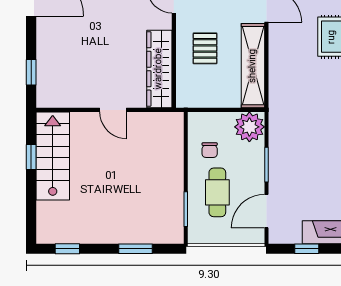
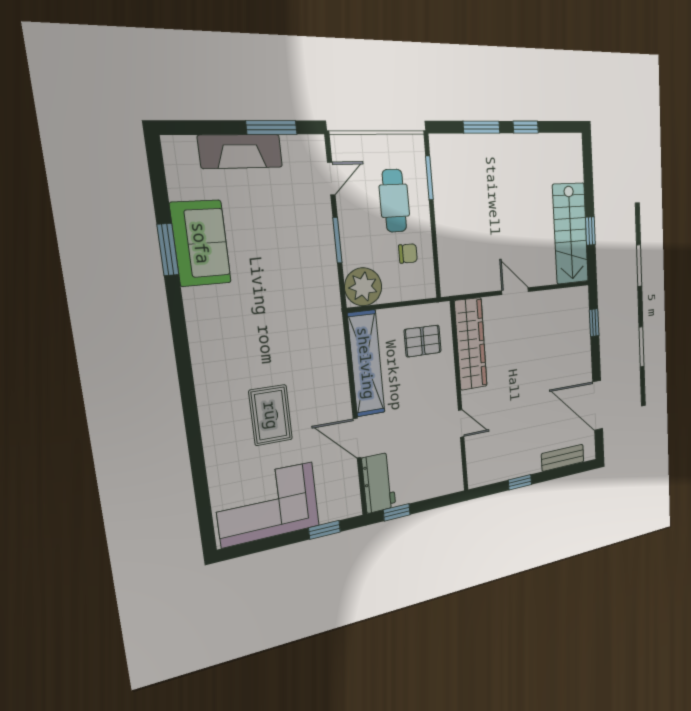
pallet: (205, 48) -> (423, 341), moved, turned 90
chair: (210, 150) -> (408, 253), turned 90
door: (267, 211) -> (331, 179), width x0.73
window: (67, 249) -> (526, 127), moved
window: (307, 249) -> (272, 128), width x1.50

